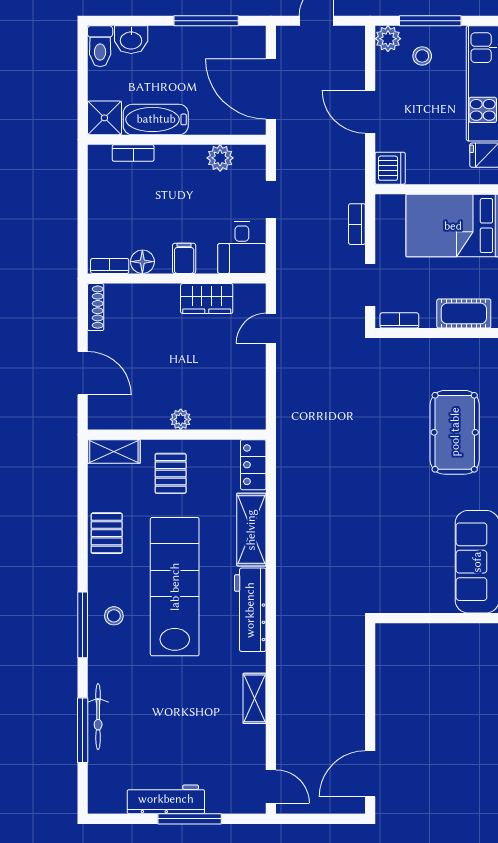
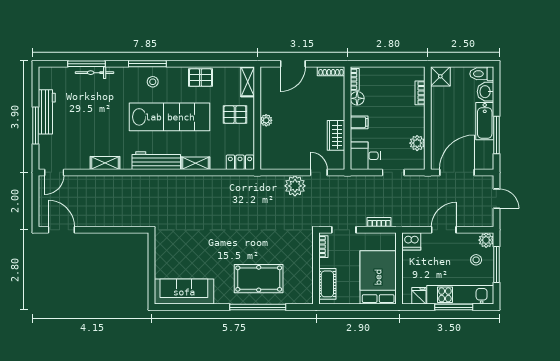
bathtub: (156, 119) -> (485, 121), moved, turned 180
plant: (294, 369) -> (295, 186), added
shelving: (251, 530) -> (196, 163), width x0.67, depth x0.75

